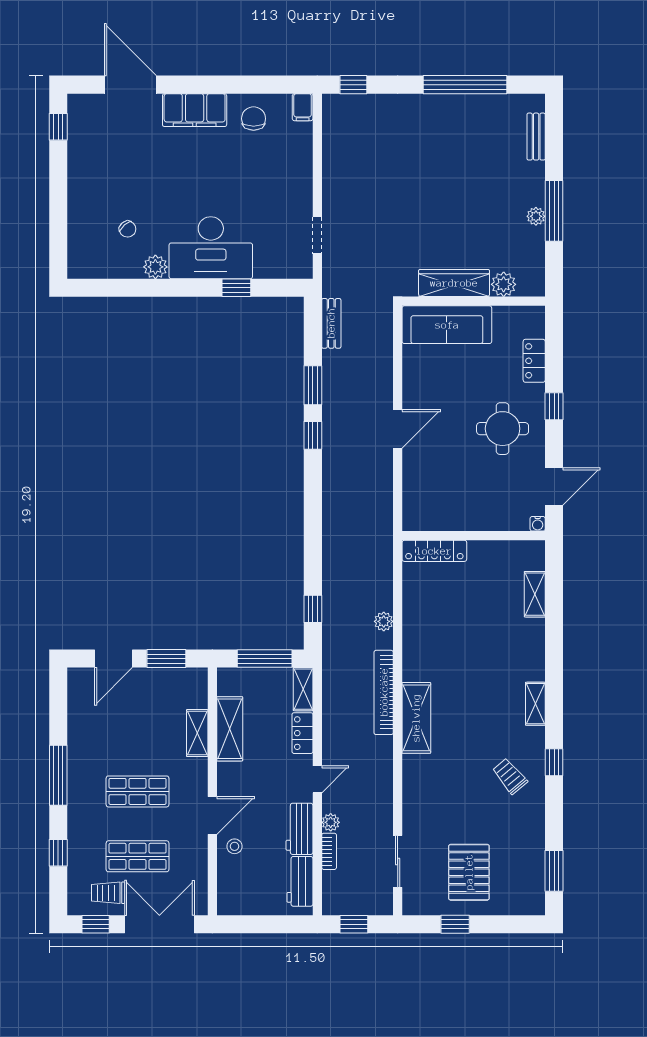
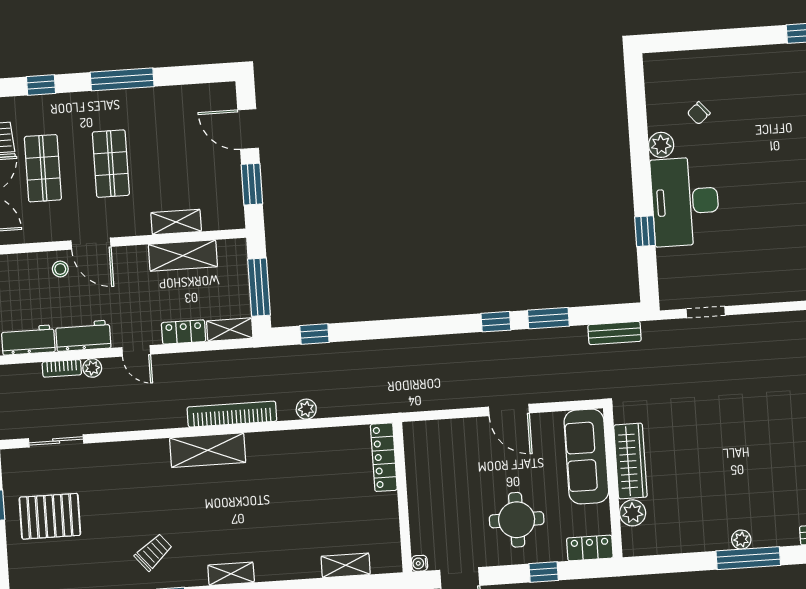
wardrobe: (454, 283) -> (630, 461), moved
plant: (504, 284) -> (633, 513), moved
wall: (474, 301) -> (613, 483), moved
sofa: (447, 325) -> (586, 456), moved

